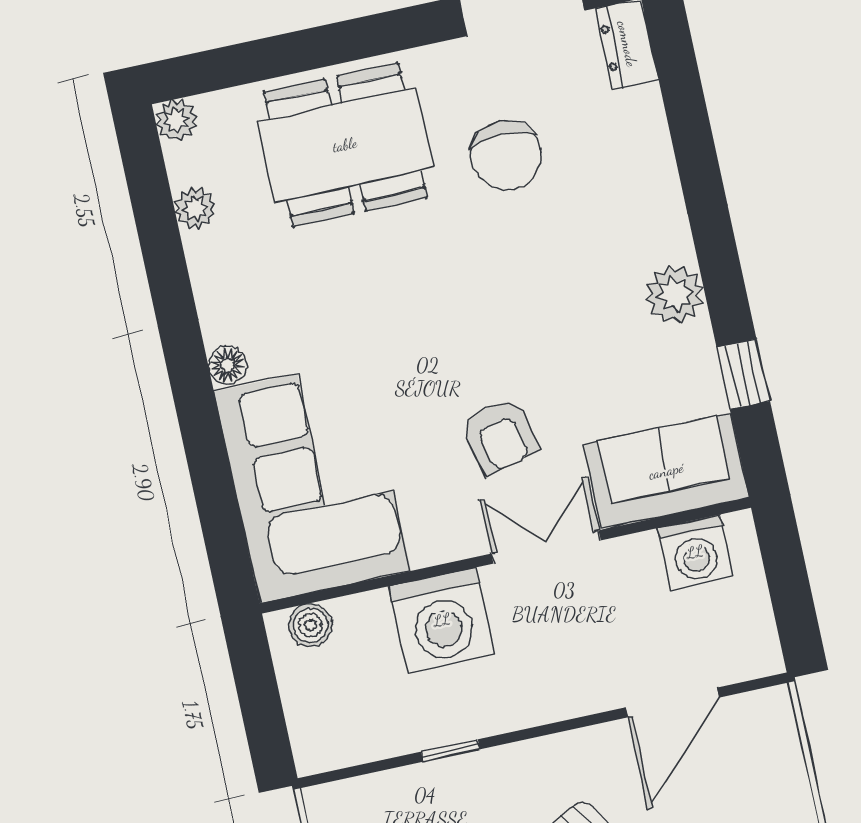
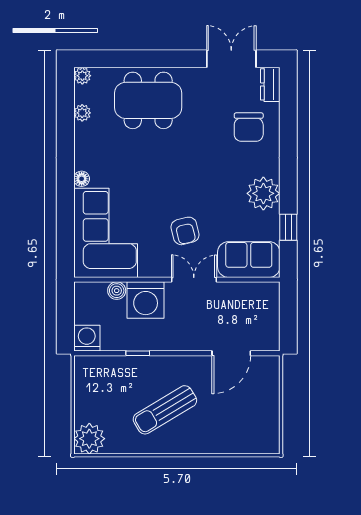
chair: (506, 155) -> (249, 127), moved
plant: (675, 294) -> (263, 193), width x1.36, depth x1.36
washing machine: (695, 552) -> (87, 338), moved, turned 180
boiler: (310, 625) -> (117, 291), moved

